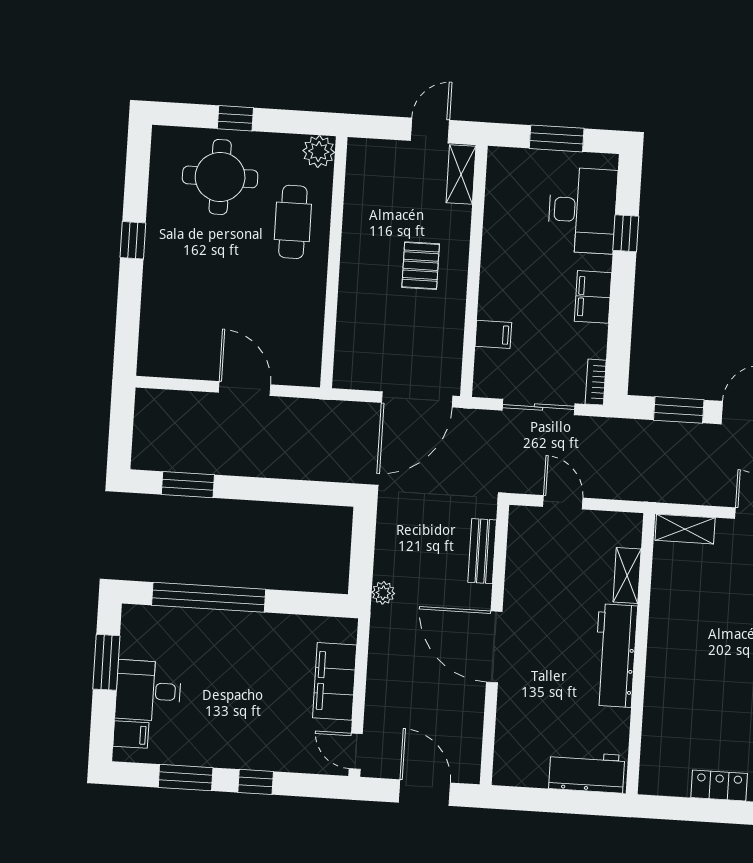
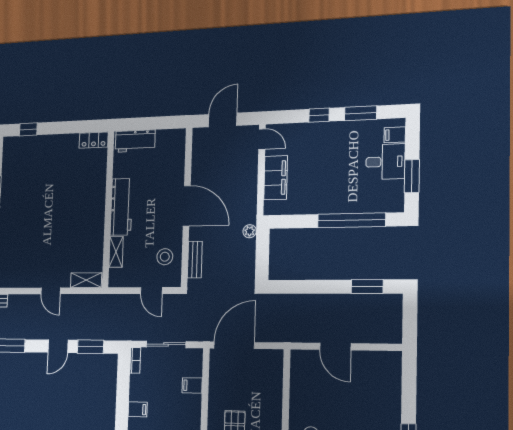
filing cabinet: (593, 297) -> (138, 409), width x0.50
stool: (537, 560) -> (165, 257), added
locker: (719, 786) -> (94, 140), moved
door: (425, 793) -> (223, 120), swing flipped

